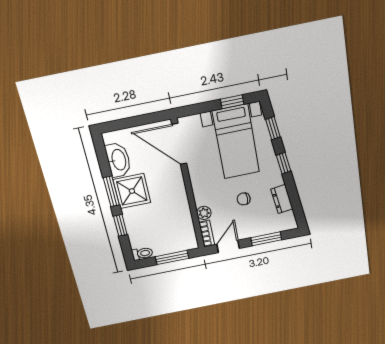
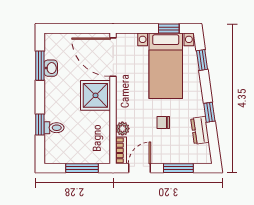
washbasin: (118, 160) -> (51, 68), width x0.52, depth x0.69
window: (284, 163) -> (209, 112), moved
window: (111, 191) -> (40, 66), moved
shower: (132, 191) -> (95, 95), moved
toilet: (142, 254) -> (54, 128), moved

